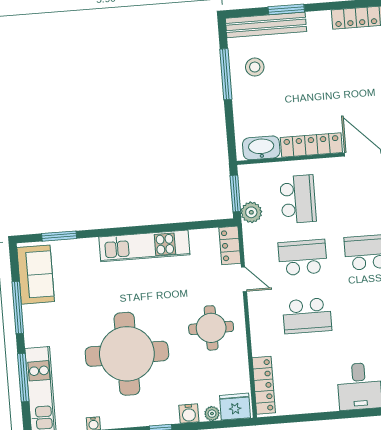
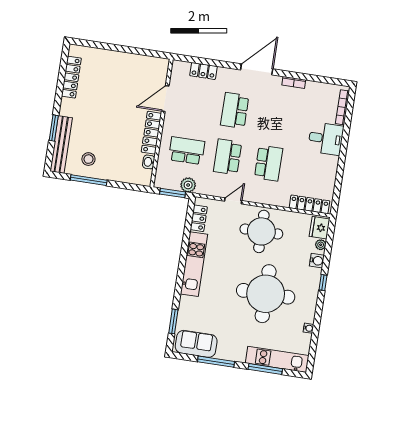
washbasin: (261, 148) -> (149, 162), width x0.52, depth x0.69
locker: (230, 245) -> (199, 218), moved, turned -90
round table: (211, 328) -> (261, 231), width x1.36, depth x1.36

